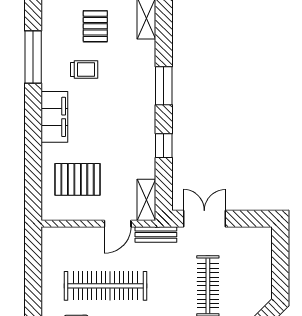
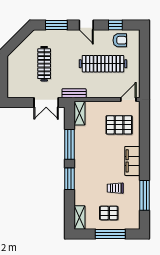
pallet: (95, 26) -> (109, 213), turned 90
window: (164, 146) -> (69, 144), width x2.17
door: (118, 224) -> (128, 100), moved

